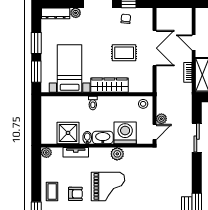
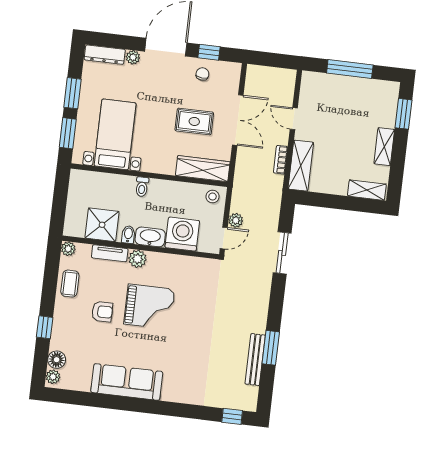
wardrobe: (109, 85) -> (203, 169), moved
plant: (117, 154) -> (137, 259), moved
coffee table: (52, 191) -> (70, 284), moved

